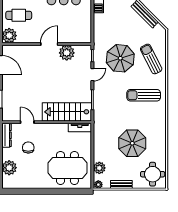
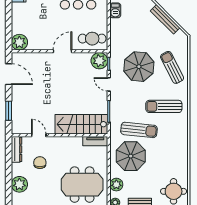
cafe table: (19, 15) -> (92, 39), moved
plant: (67, 53) -> (99, 61), moved
door: (92, 75) -> (109, 84), swing flipped
sun lounger: (120, 117) -> (139, 130), added
parasol: (132, 143) -> (131, 156), moved

